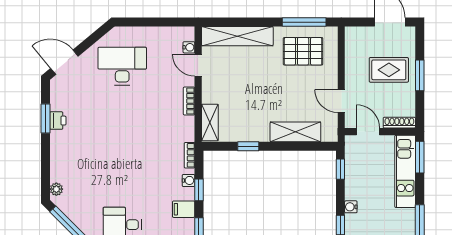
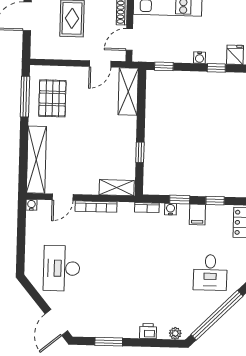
water cooler: (189, 47) -> (31, 205), moved
bookcase: (189, 101) -> (96, 207), width x1.56
printer: (58, 121) -> (148, 331), moved
shelving: (295, 132) -> (128, 91), moved

